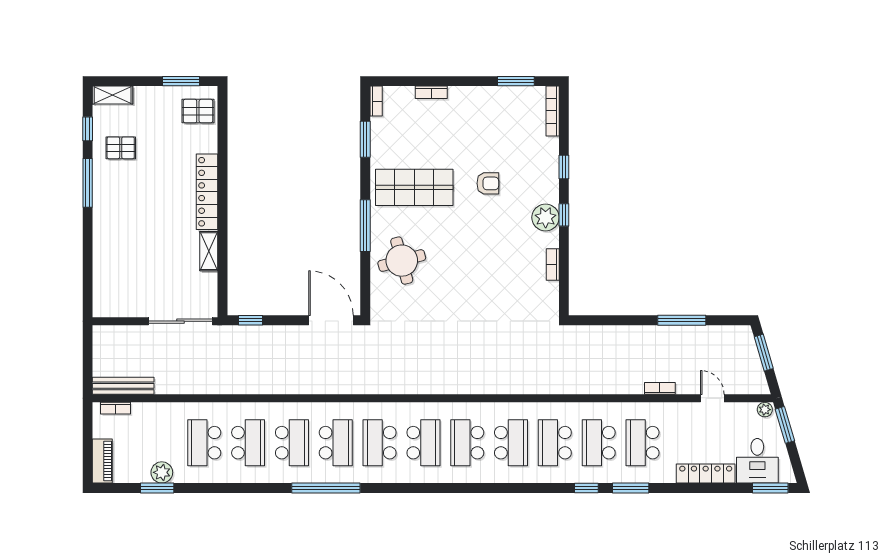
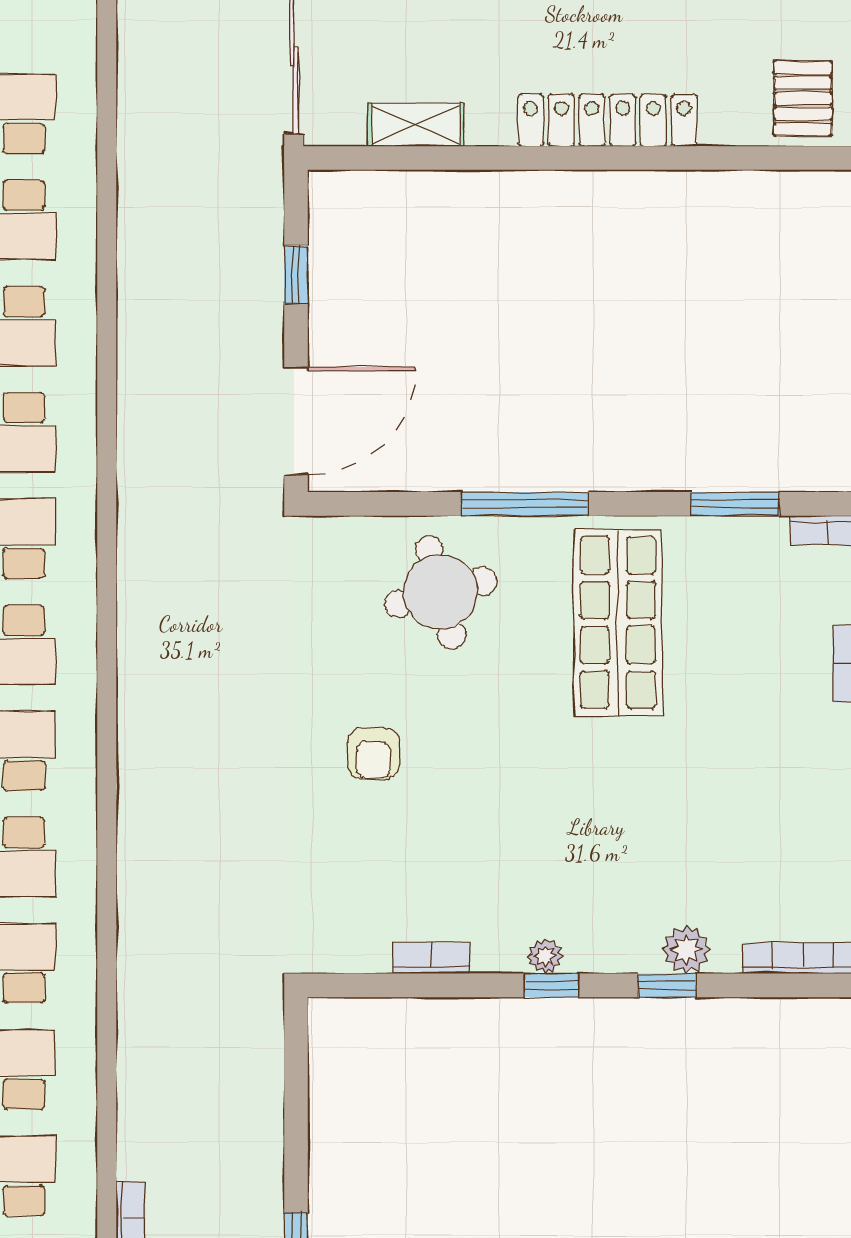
plant: (549, 159) -> (686, 950), added
armchair: (488, 183) -> (373, 754), moved
plant: (546, 217) -> (545, 956), width x0.53, depth x0.53
shelving: (209, 251) -> (416, 125), moved
window: (251, 320) -> (296, 274), moved

